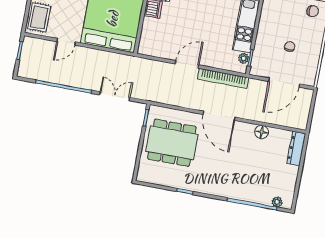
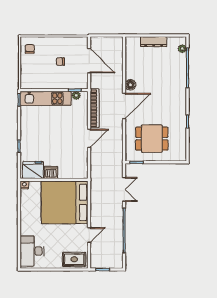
door: (66, 42) -> (89, 235), hinge flipped
door: (187, 64) -> (89, 138), swing flipped
double door: (115, 96) -> (124, 189), swing flipped
floor lamp: (262, 132) -> (131, 85), moved
dining table: (172, 143) -> (152, 139), width x0.73
dresser: (296, 148) -> (154, 42), moved

